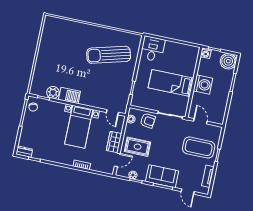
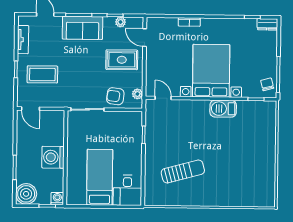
sun lounger: (109, 55) -> (183, 172), width x0.73, depth x0.75
bed: (171, 83) -> (100, 177), moved, turned -90
plant: (53, 92) -> (245, 108), removed
door: (200, 121) -> (31, 109), moved
bed with nightstands: (79, 127) -> (211, 71), width x1.36
wardrobe: (114, 142) -> (153, 60), removed
coffee table: (199, 148) -> (42, 74), width x0.73, depth x0.76
door: (117, 160) -> (145, 38), hinge flipped

